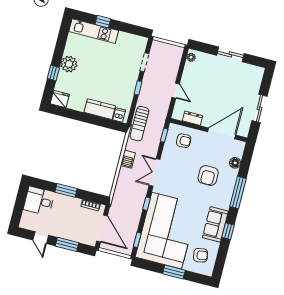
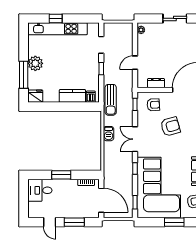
kitchen unit: (94, 31) -> (57, 29), width x1.36
window: (53, 73) -> (24, 75), width x2.17
door: (176, 91) -> (135, 63), swing flipped
armchair: (208, 175) -> (170, 127), moved, turned -106

